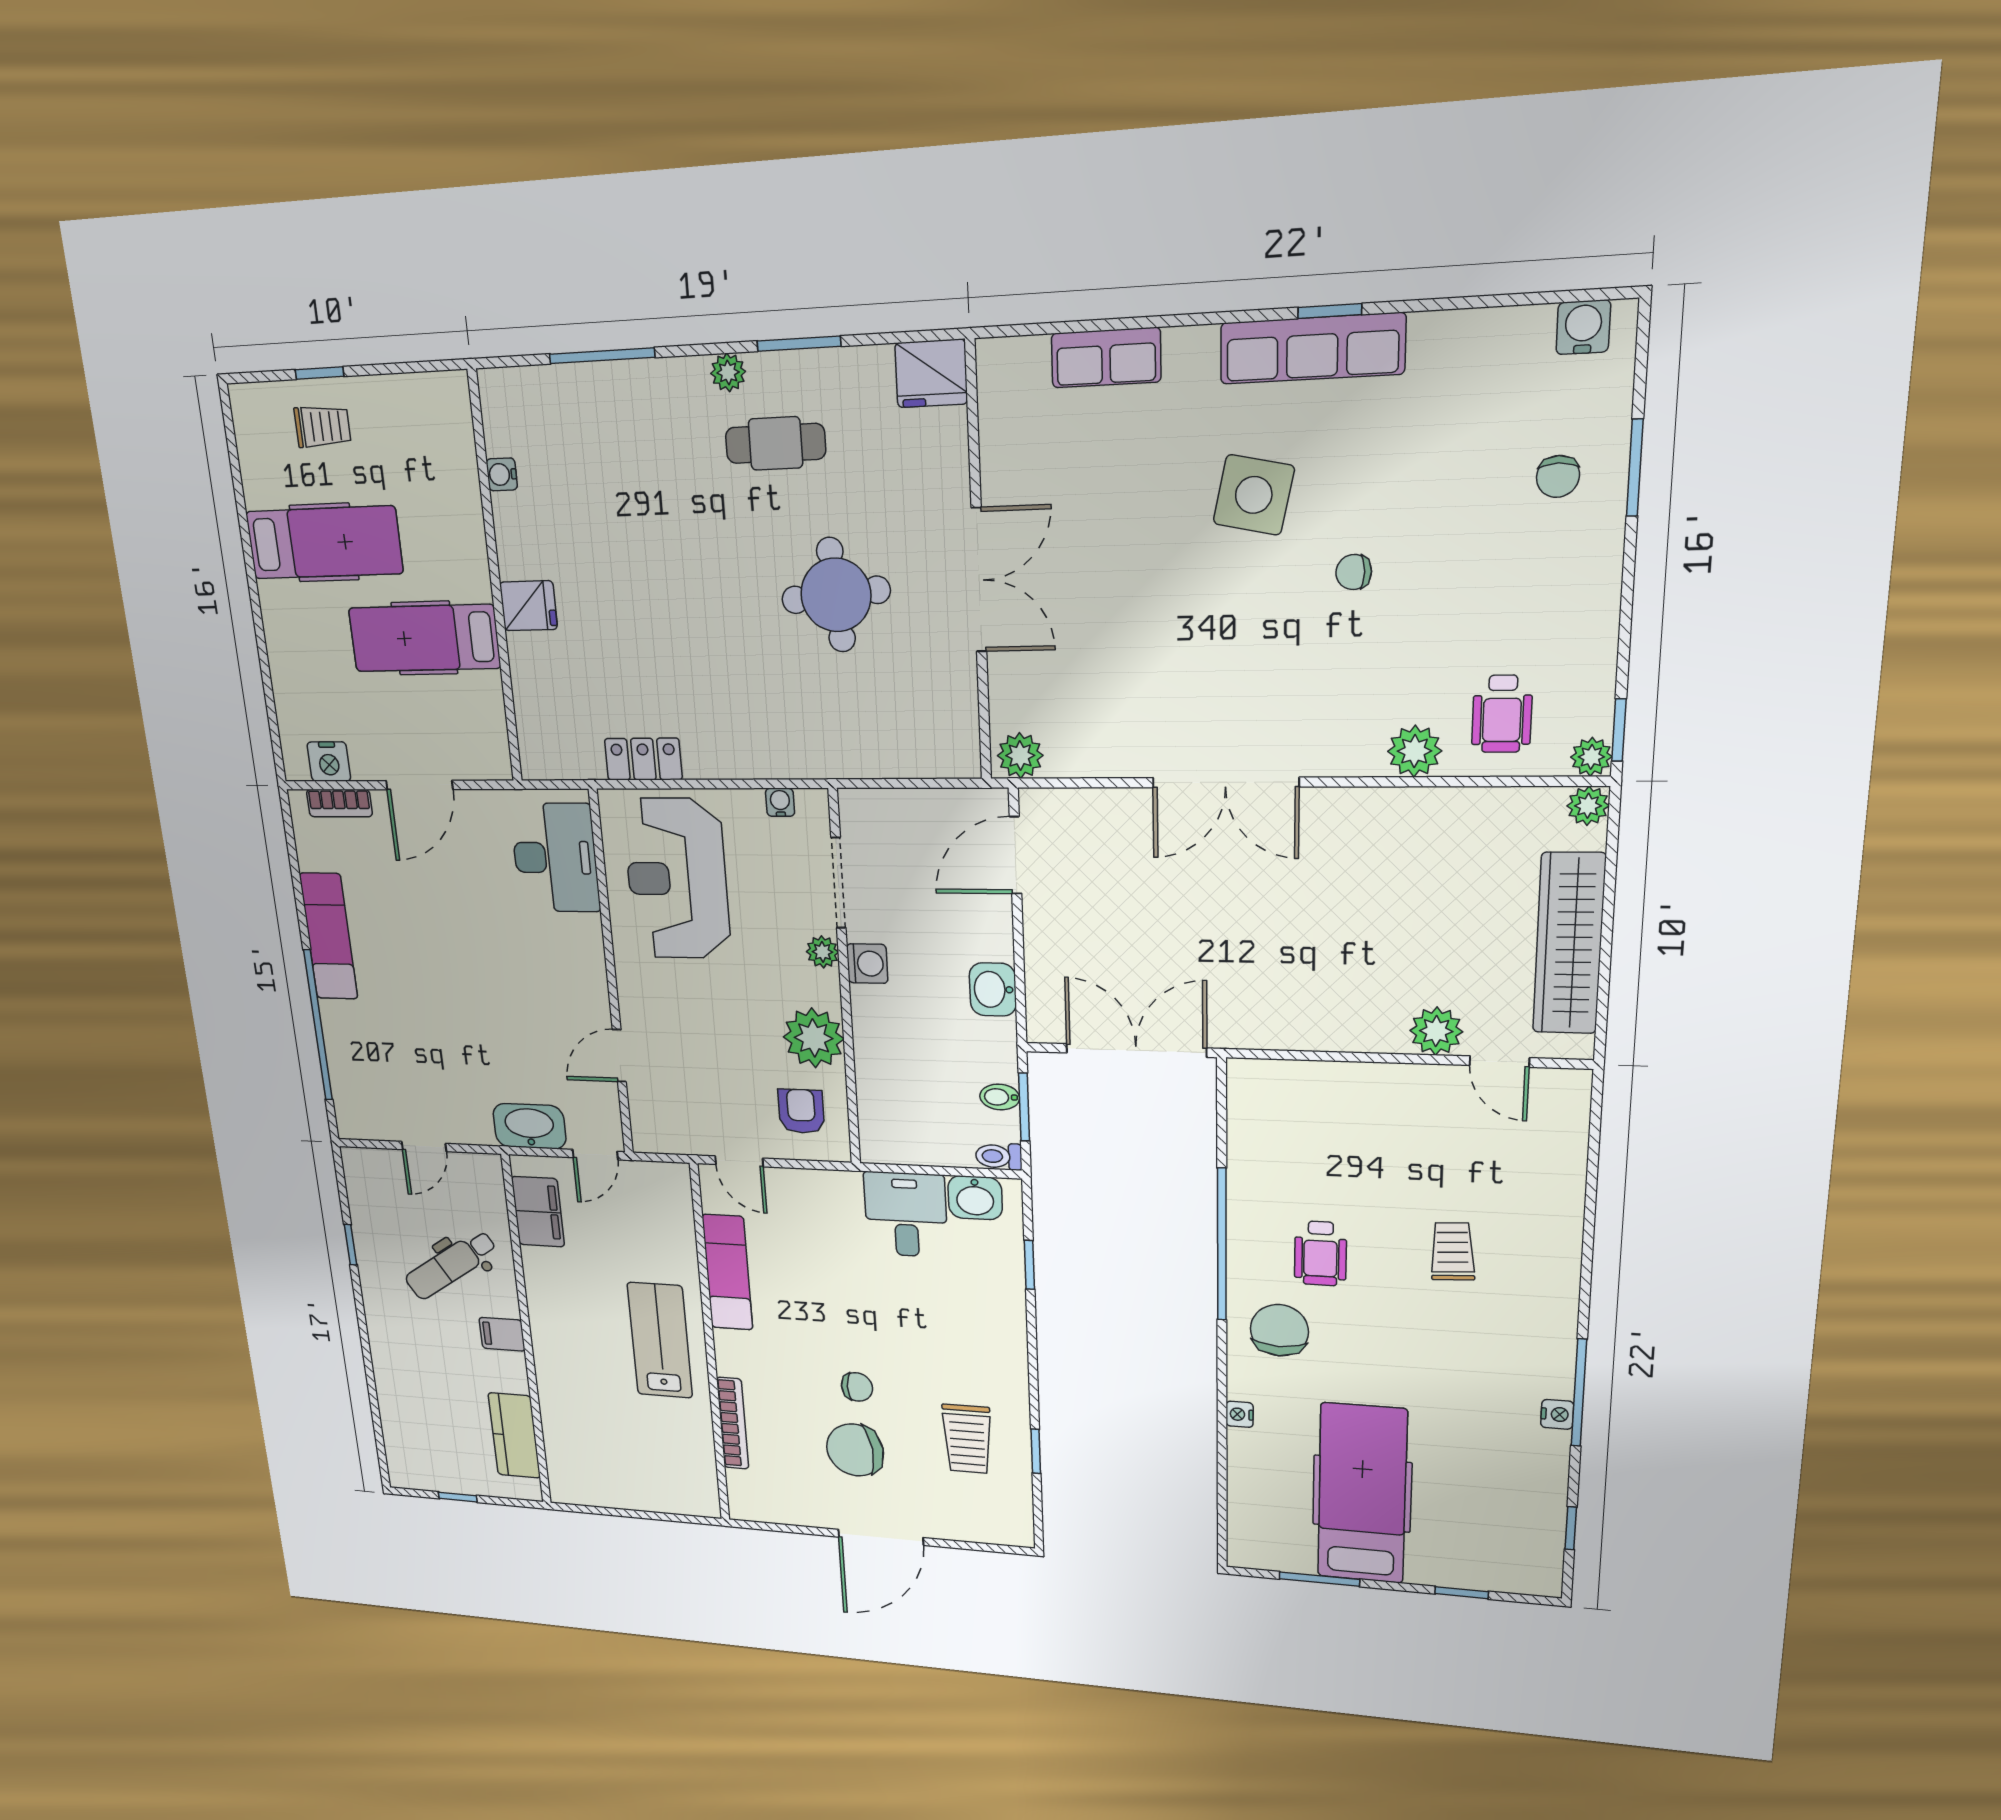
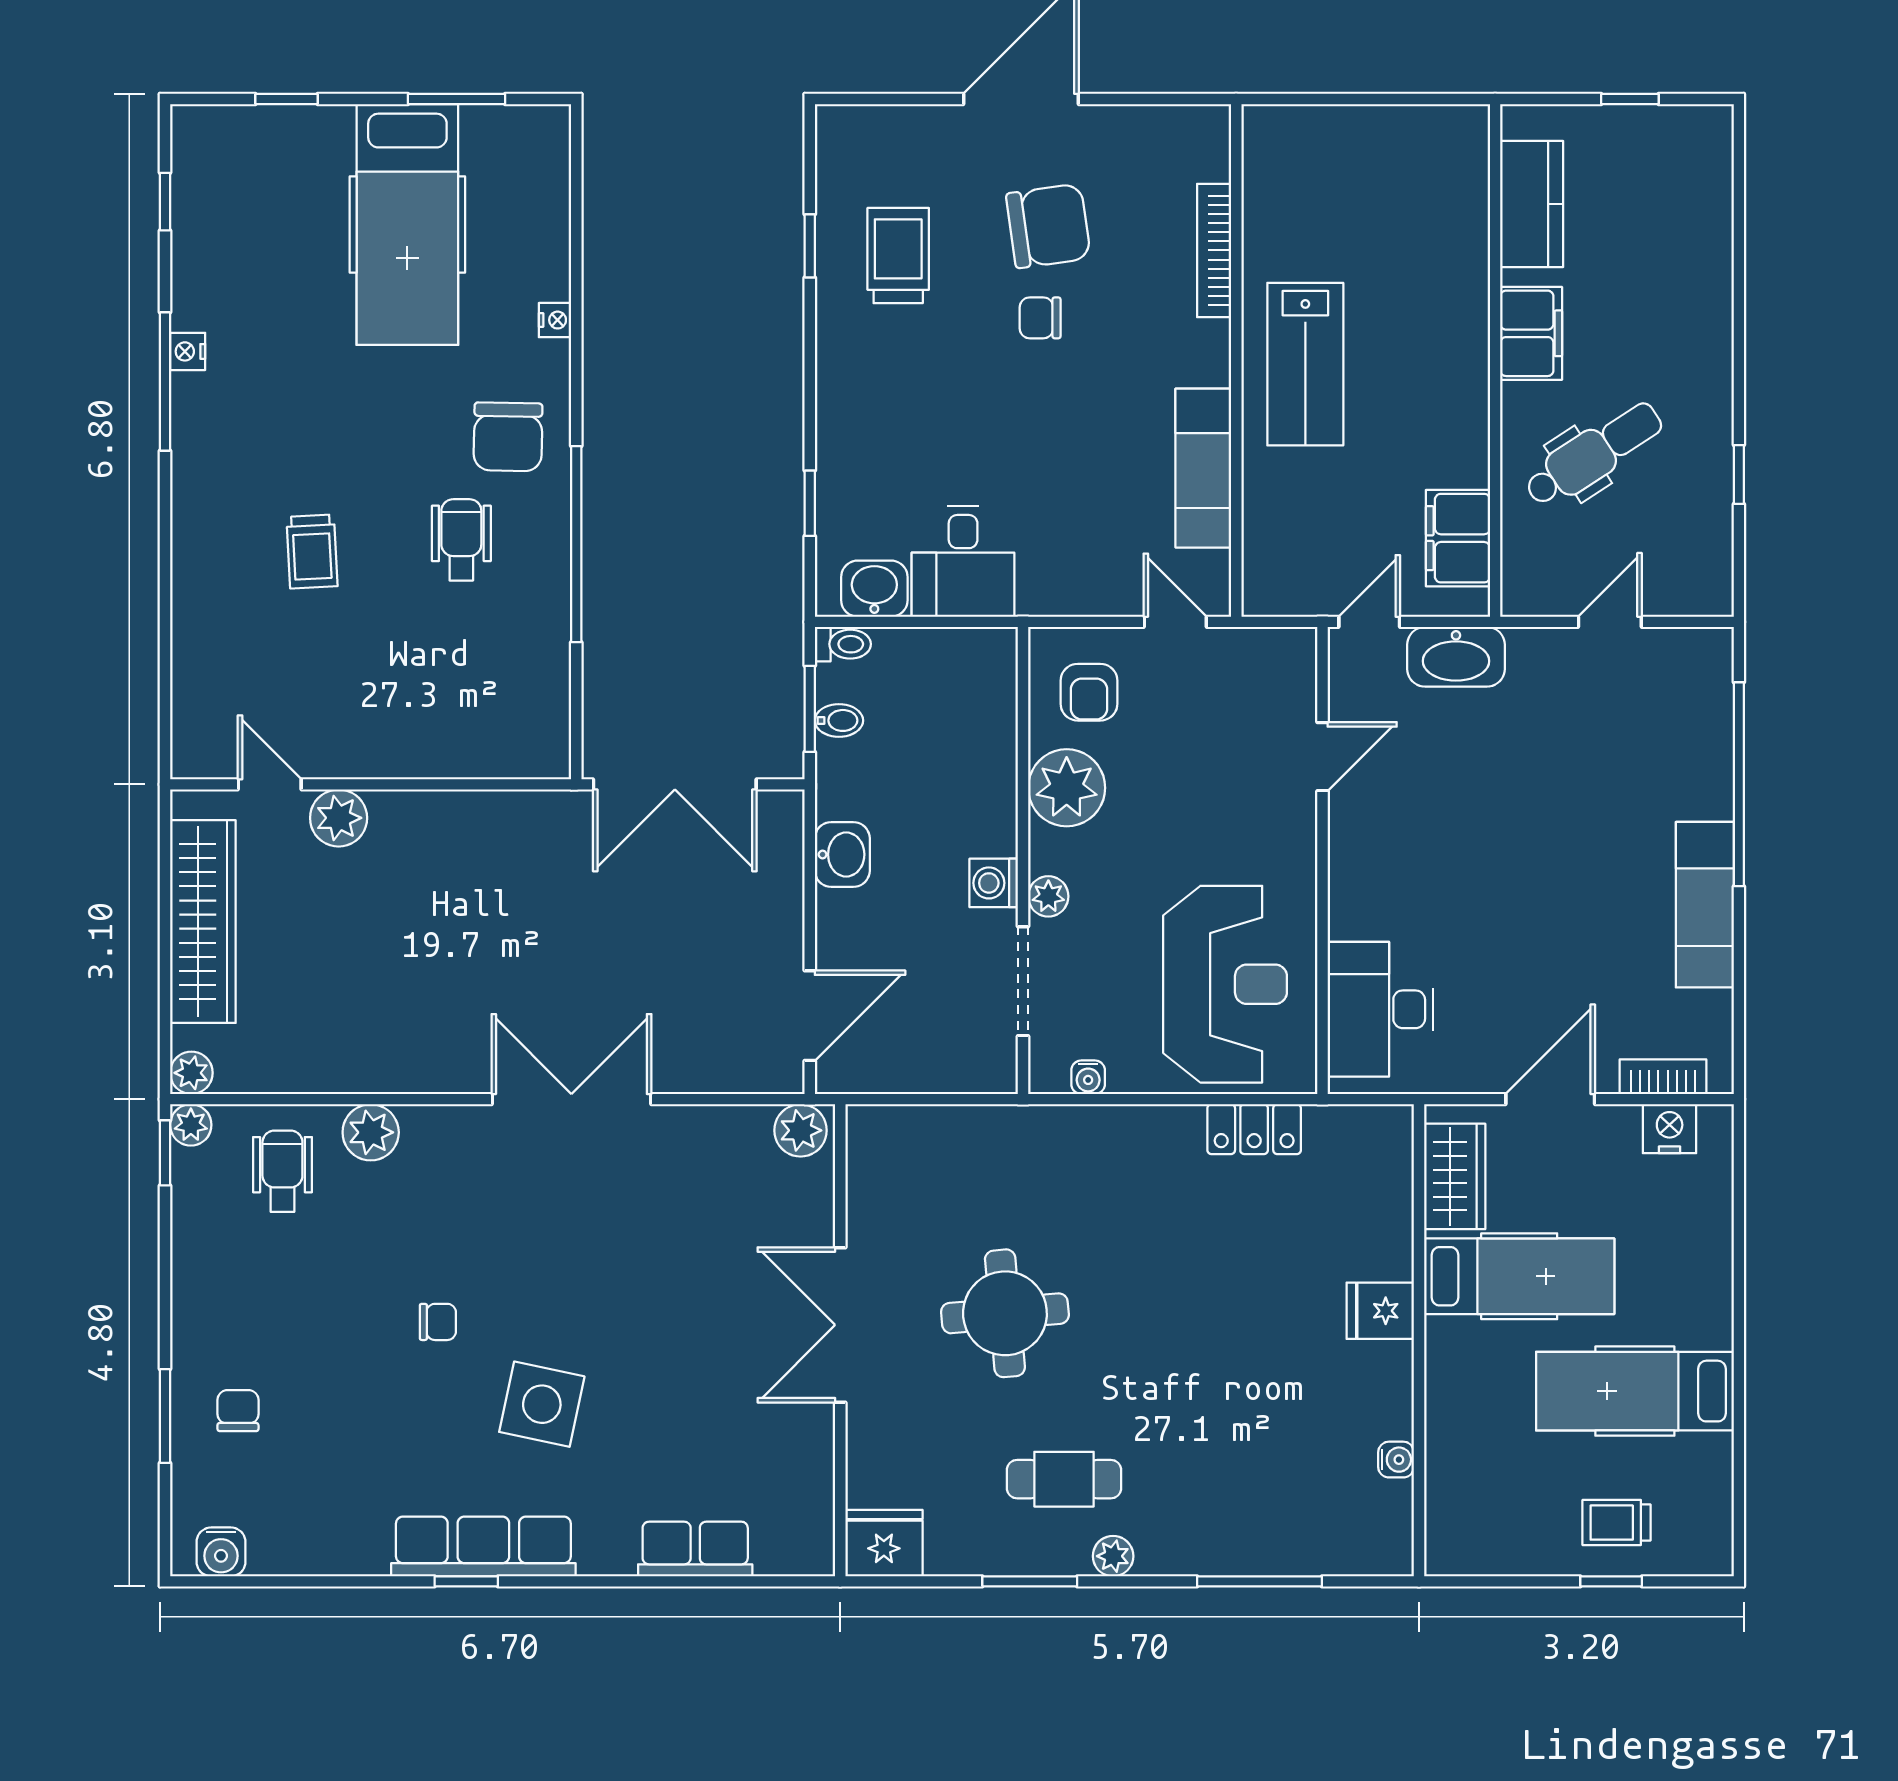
wardrobe: (484, 721) -> (1455, 1176), added
filing cabinet: (502, 1334) -> (1531, 333), width x2.00

